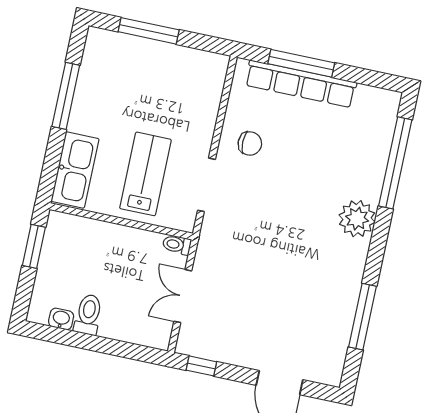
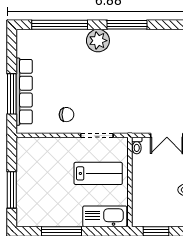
chair: (250, 144) -> (67, 115), turned 90
lab bench: (145, 174) -> (98, 173), turned 180
window: (363, 317) -> (127, 25), moved

